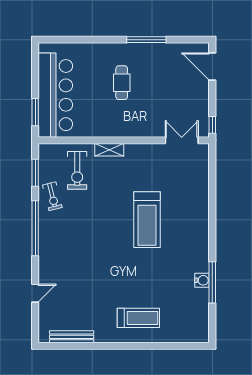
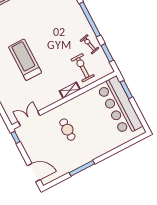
cafe table: (122, 83) -> (67, 130), moved
double door: (182, 140) -> (29, 119), swing flipped

